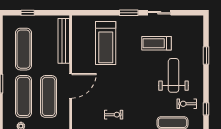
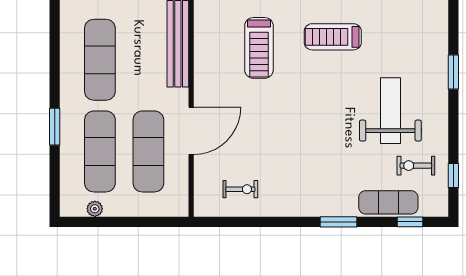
treadmill: (106, 43) -> (259, 48), width x0.73, depth x0.73
treadmill: (157, 43) -> (333, 37), moved
exercise bike: (114, 115) -> (240, 189), moved

